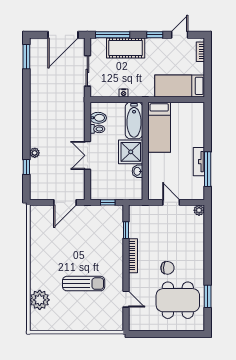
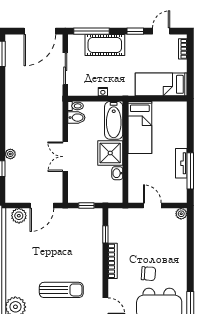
toilet: (97, 129) -> (76, 106), moved
plant: (43, 212) -> (19, 216), added

